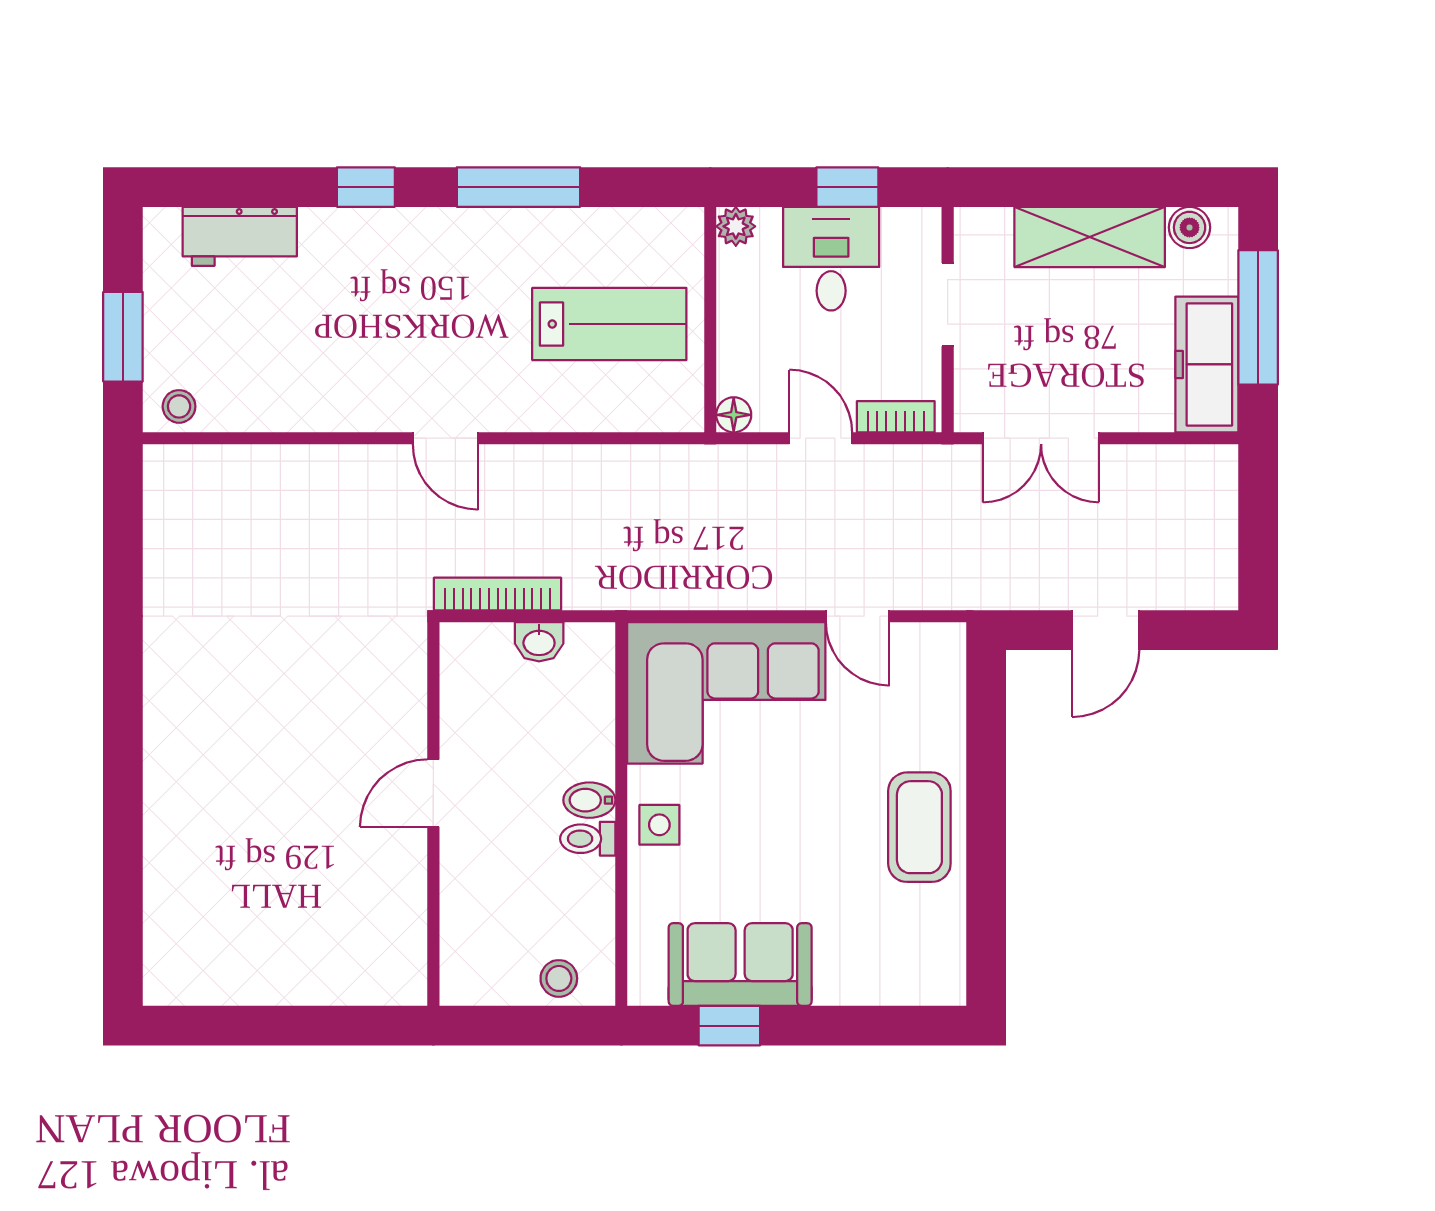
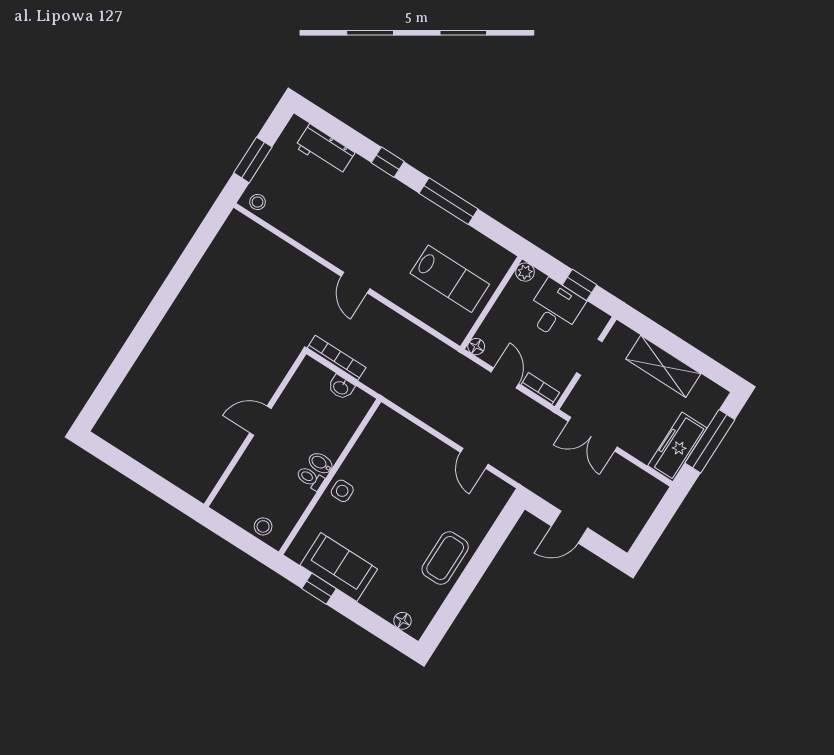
boiler: (1190, 227) -> (705, 388), removed
corner sofa: (726, 693) -> (402, 455), removed
floor lamp: (915, 988) -> (403, 621), added

